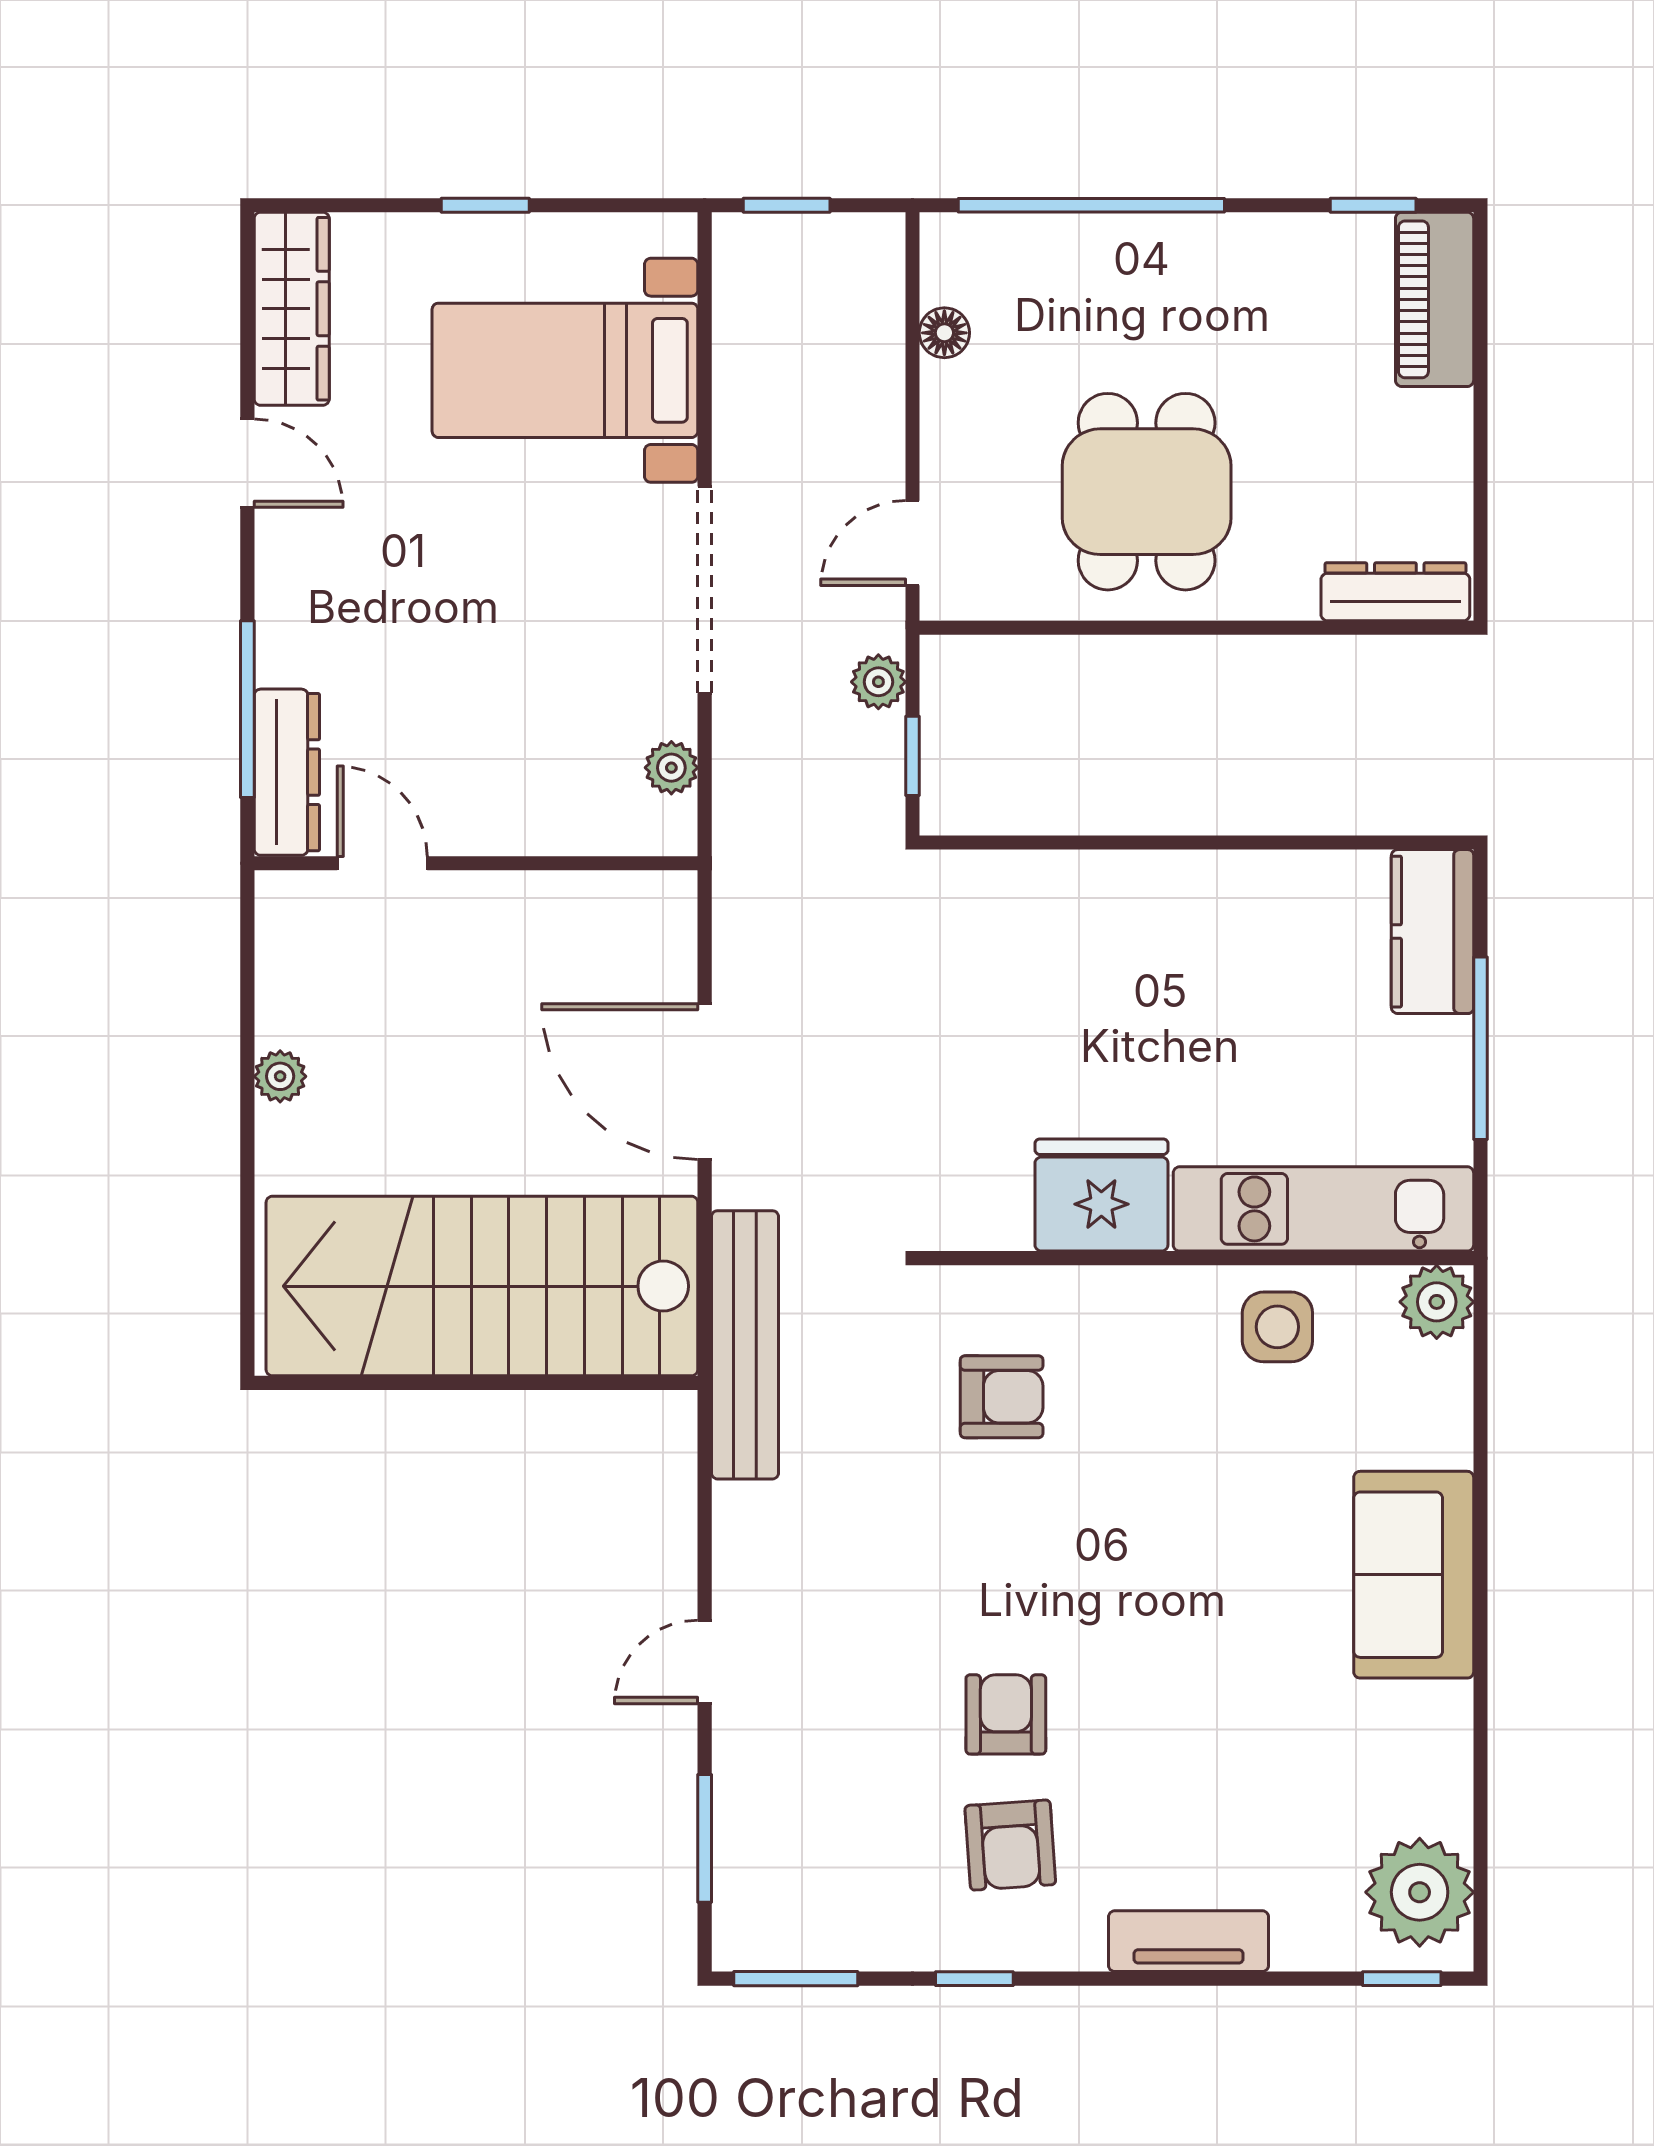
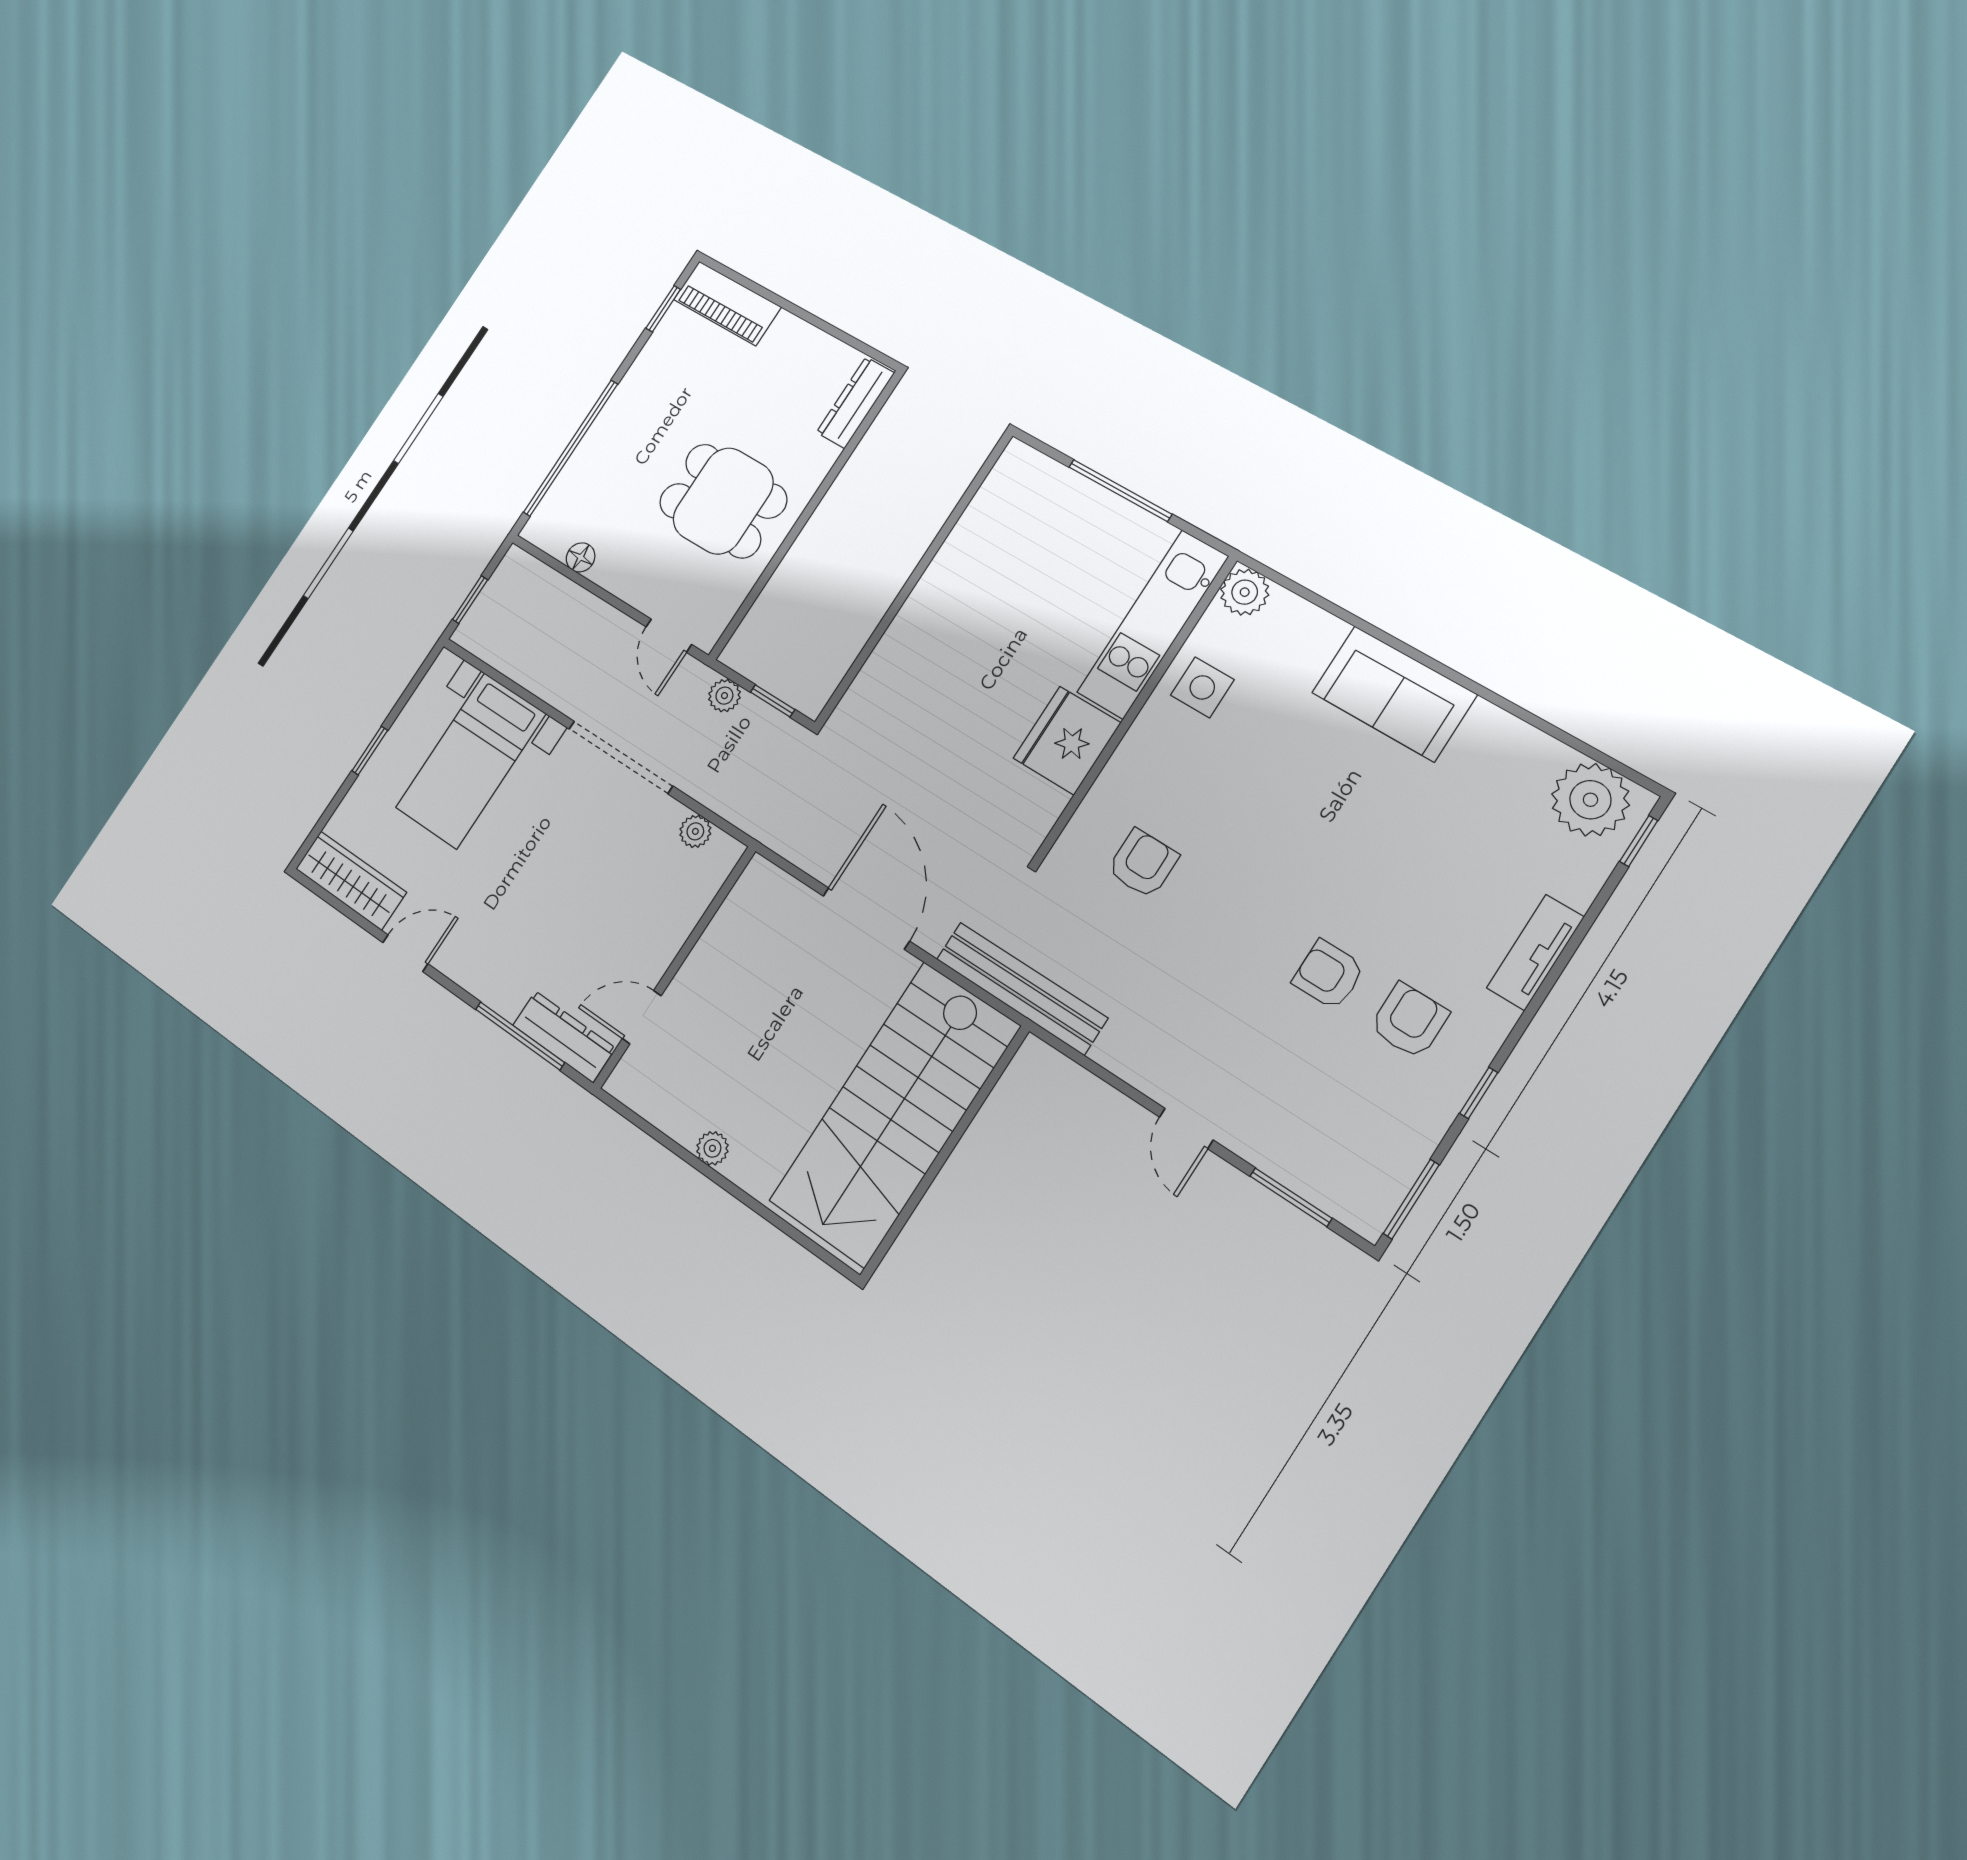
kitchen counter: (1432, 932) -> (1041, 481), removed
door: (705, 1082) -> (866, 918), swing flipped
armchair: (1010, 1845) -> (1409, 1021), turned -86

